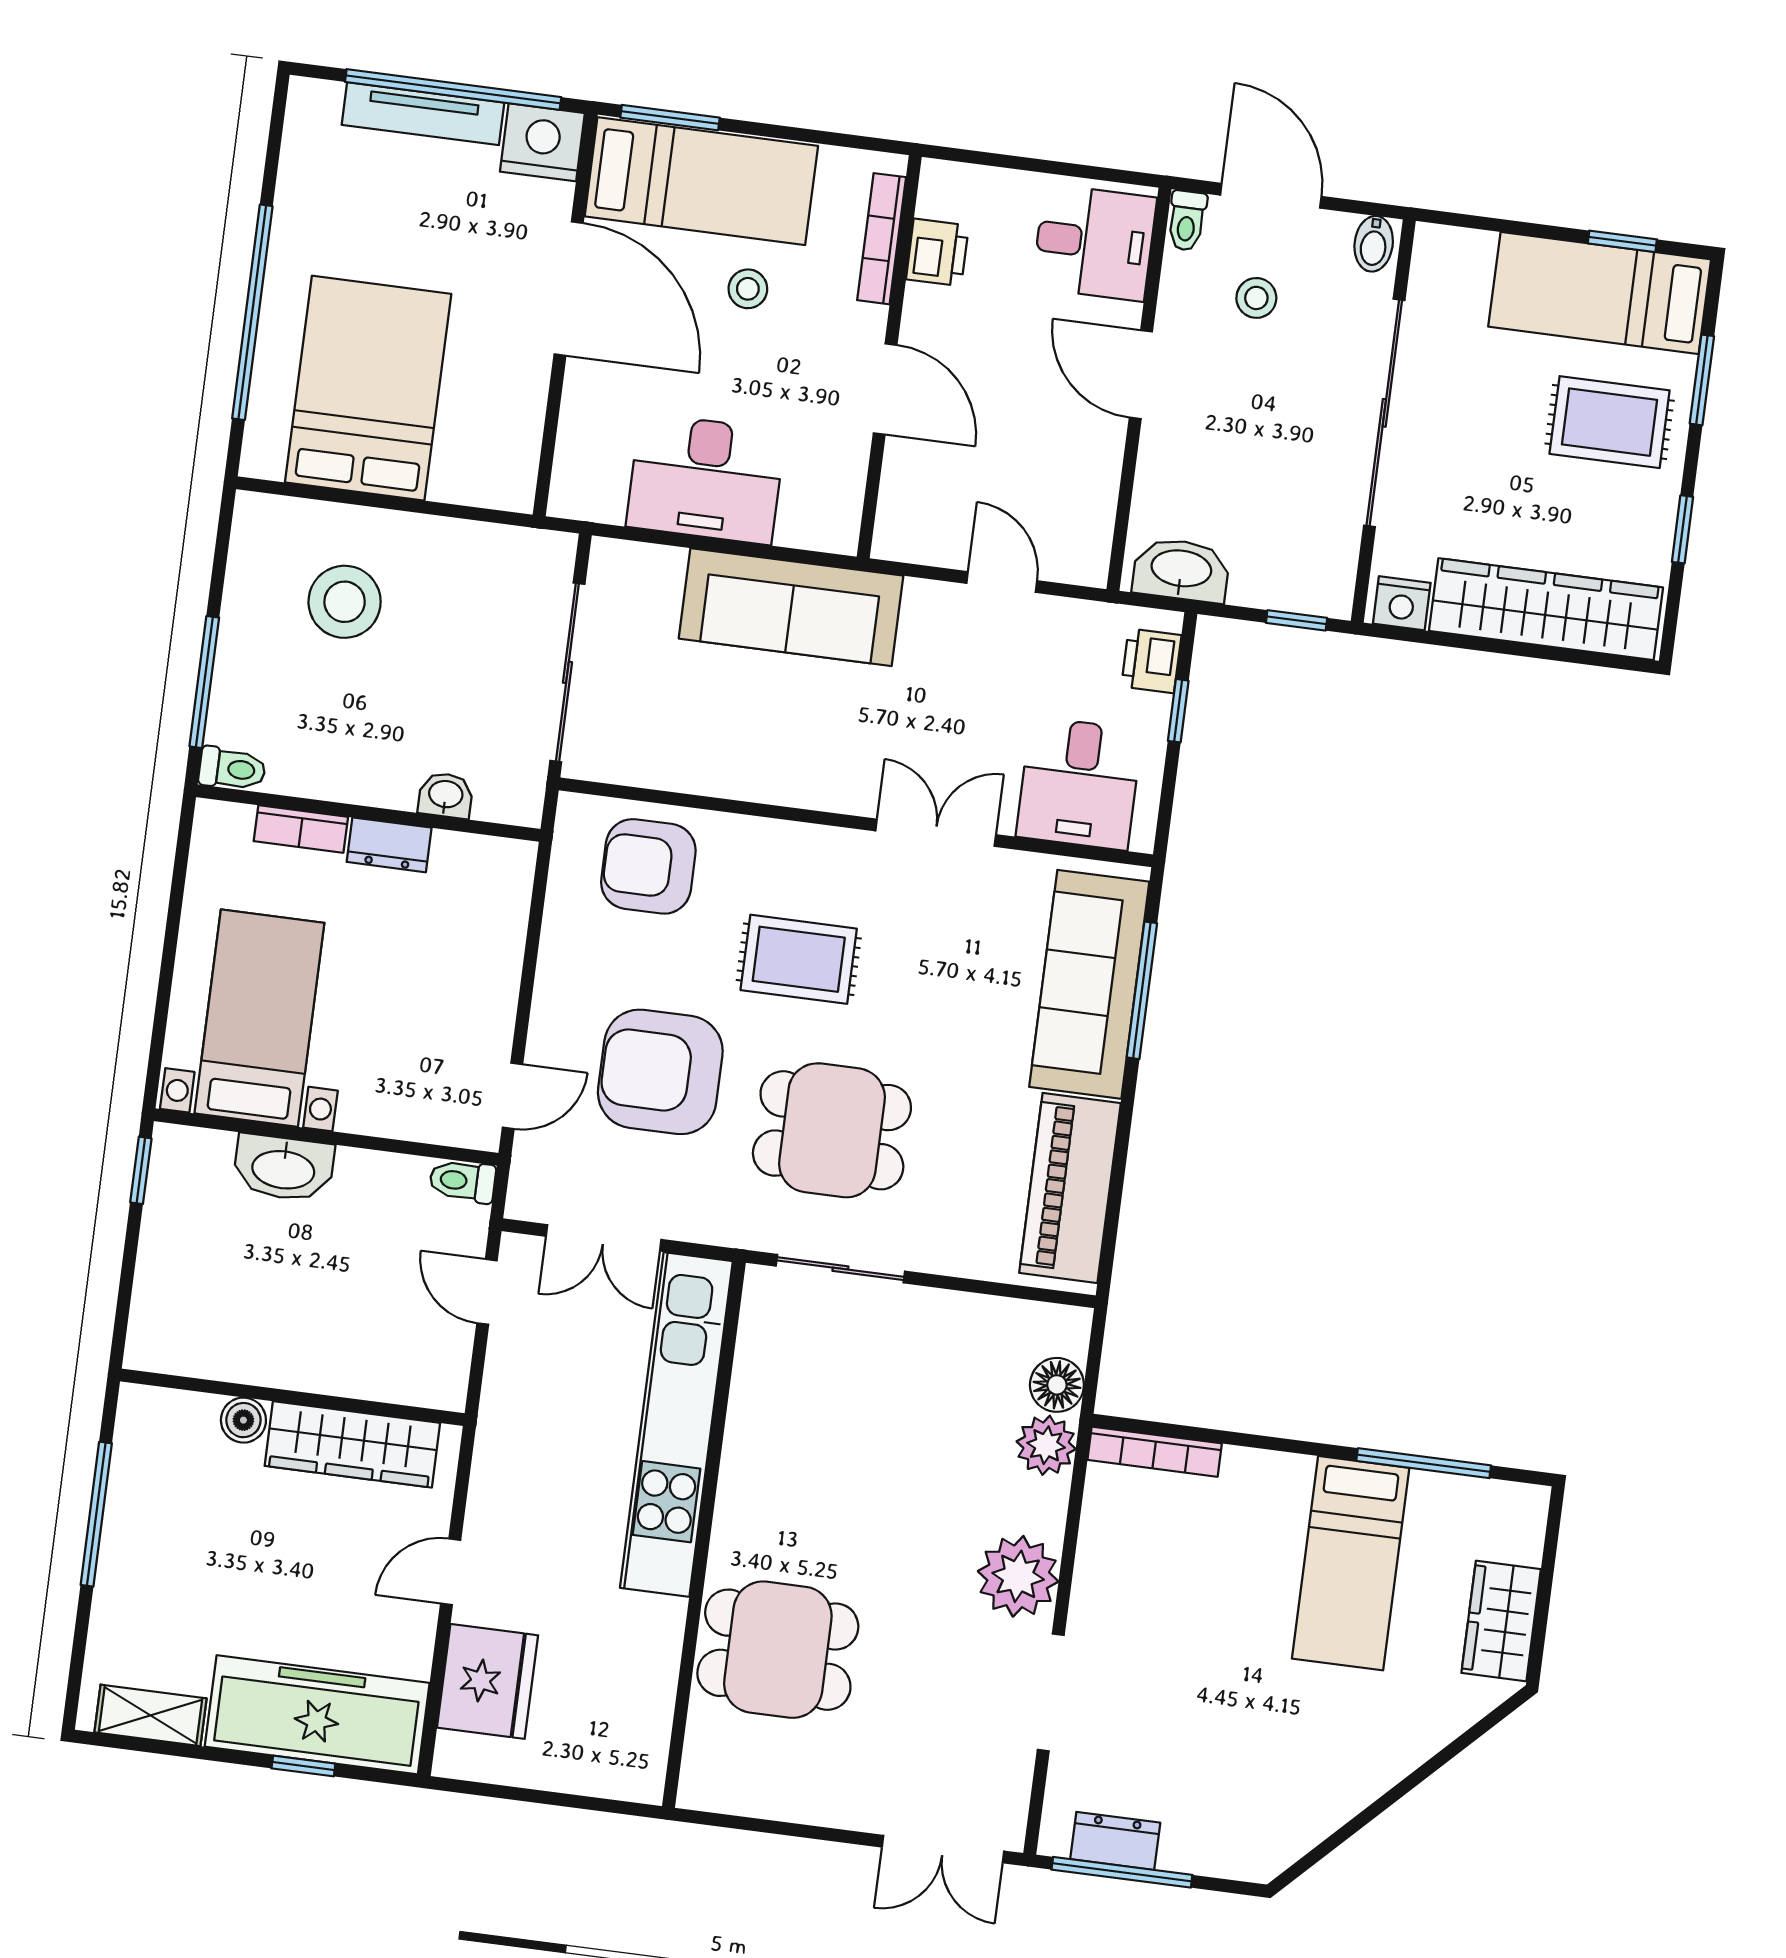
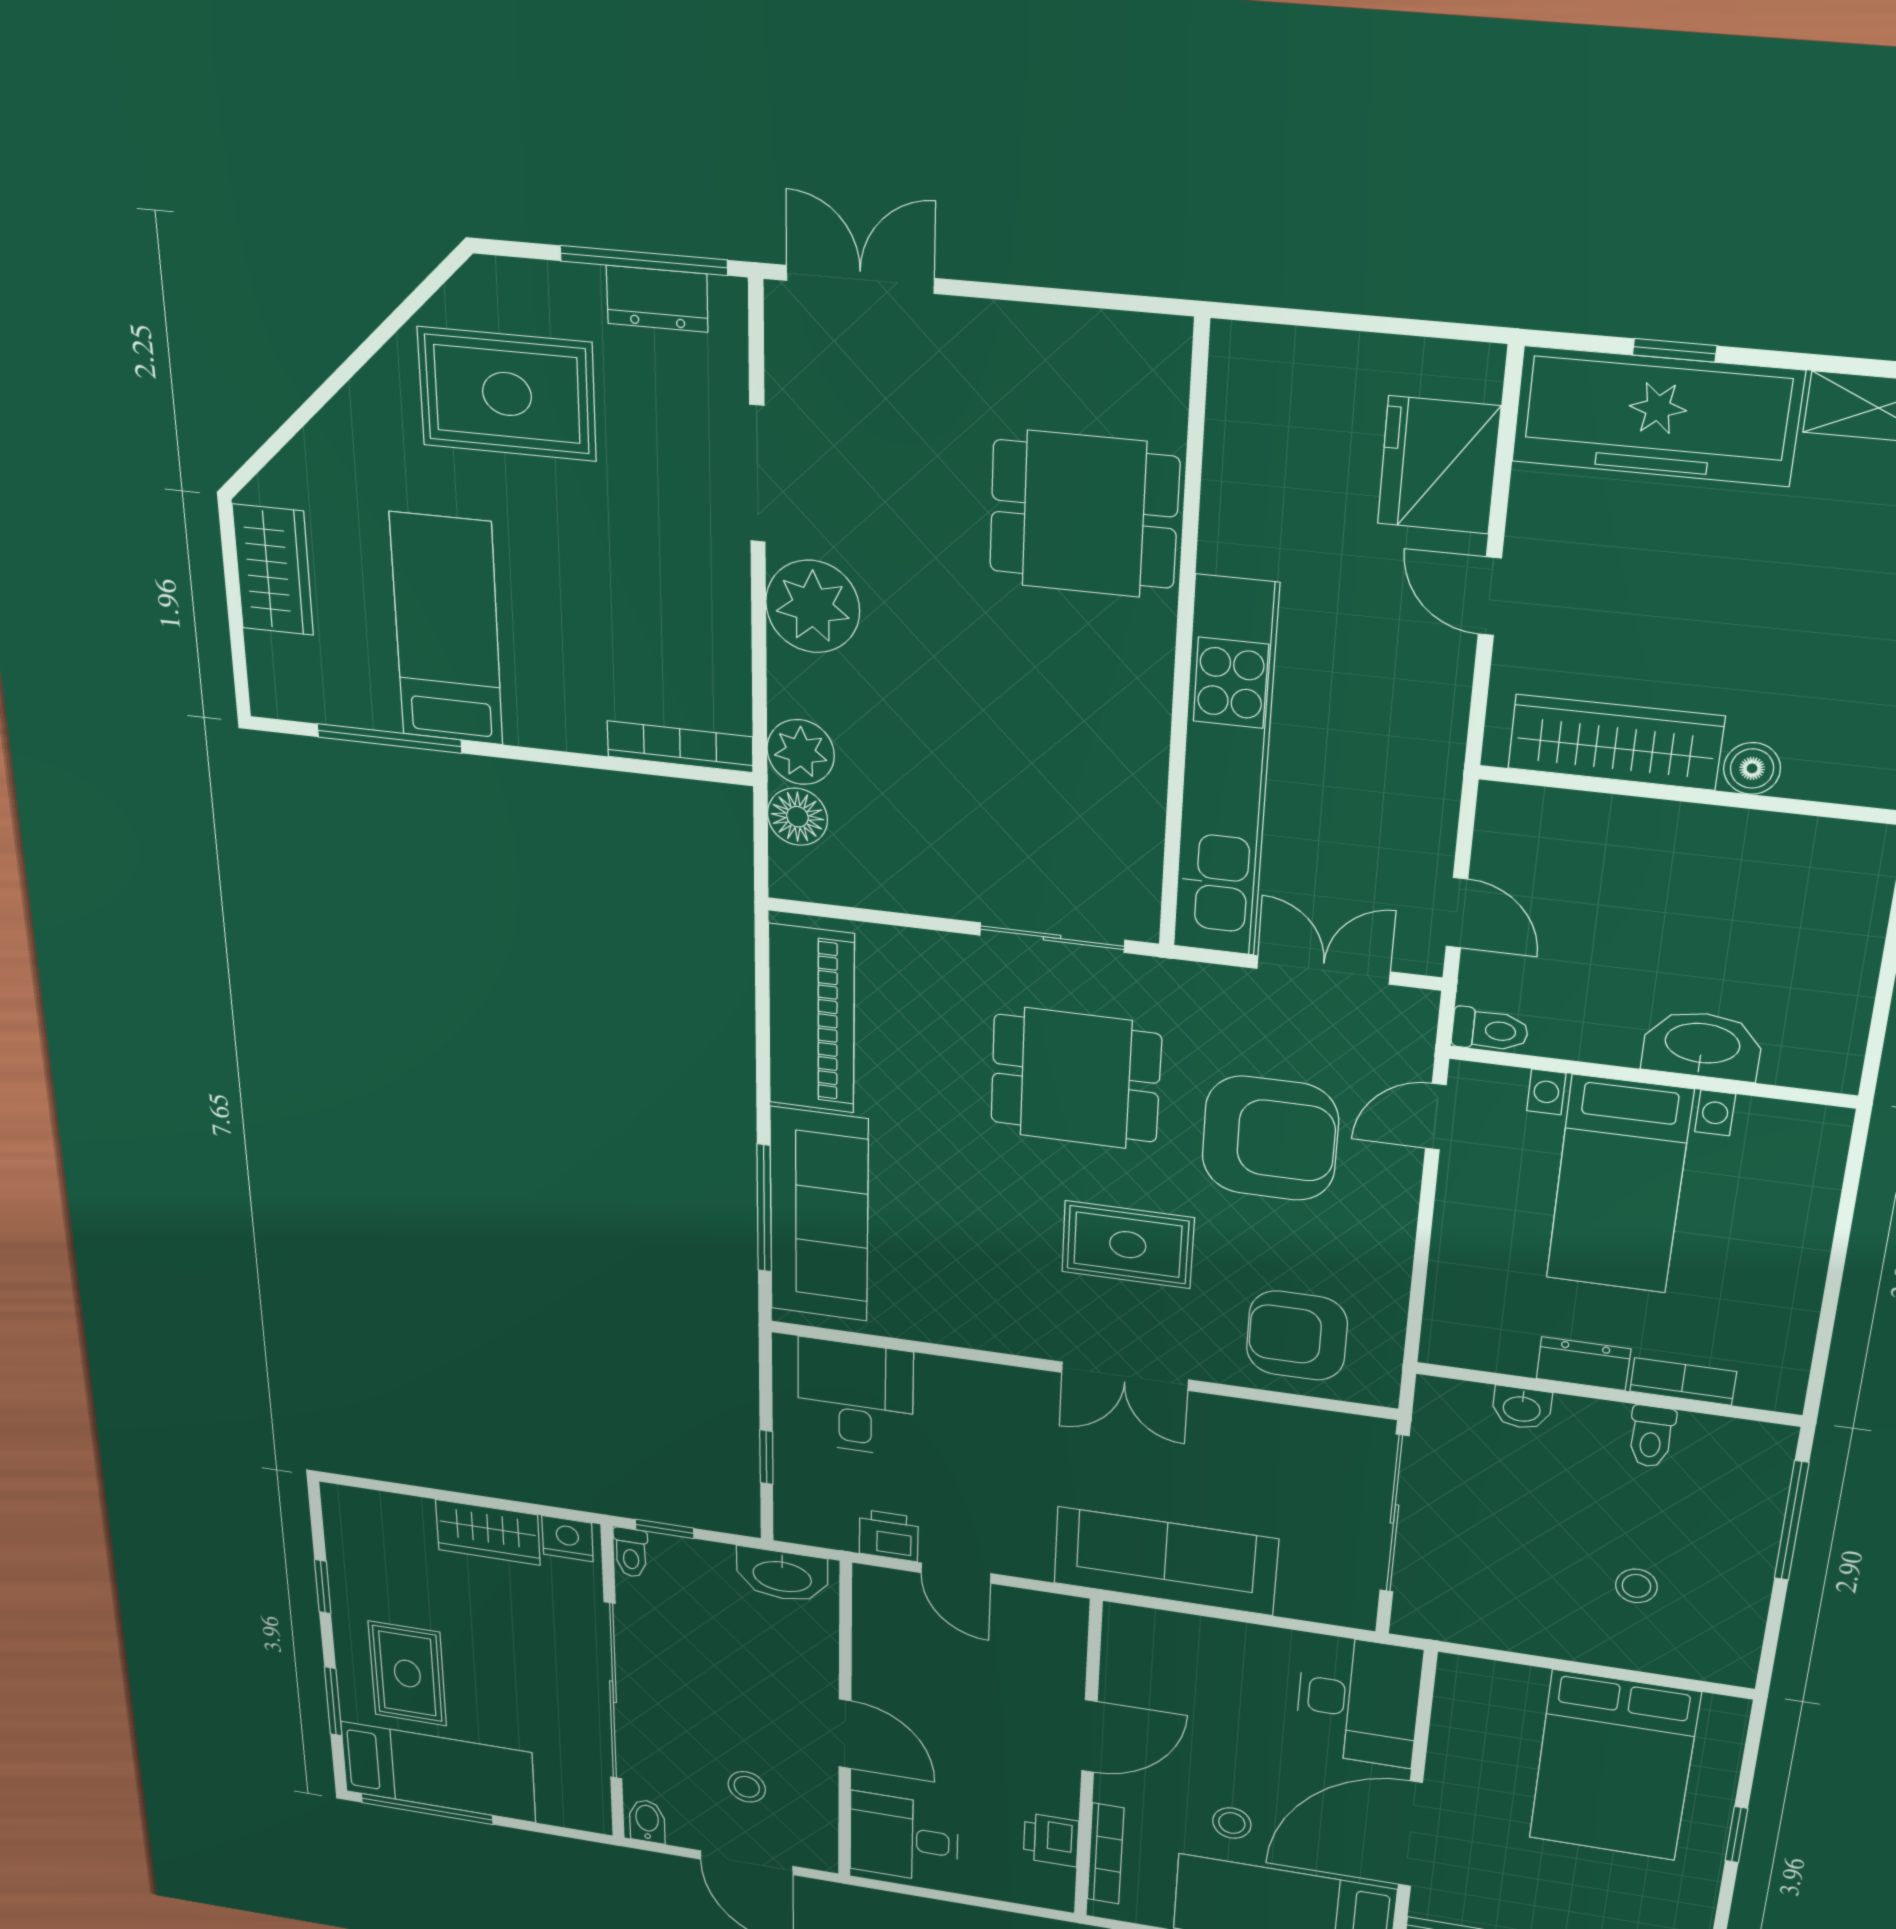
toilet: (1187, 221) -> (631, 1553), moved, turned 180
window: (1622, 241) -> (427, 1809), width x2.17
door: (569, 289) -> (1410, 1834), hinge flipped
window: (252, 312) -> (1736, 1835), width x0.32
door: (885, 389) -> (1089, 1736), swing flipped
rug: (1610, 422) -> (407, 1674), turned 90
desk: (706, 479) -> (1358, 1701), moved, turned 90
stool: (345, 602) -> (1636, 1586), width x0.53, depth x0.53
wardrobe: (1546, 609) -> (488, 1532), width x0.48, depth x0.85
printer: (1151, 661) -> (889, 1536), moved, turned -90
toilet: (232, 769) -> (1651, 1437), moved, turned -90
double door: (936, 833) -> (1125, 1376), moved
armchair: (648, 866) -> (1297, 1336), turned 180
bed with nightstands: (259, 1018) -> (1619, 1185), moved
window: (141, 1170) -> (1875, 1044), removed
door: (451, 1572) -> (1490, 596), swing flipped
rug: (1258, 1768) -> (507, 394), added

